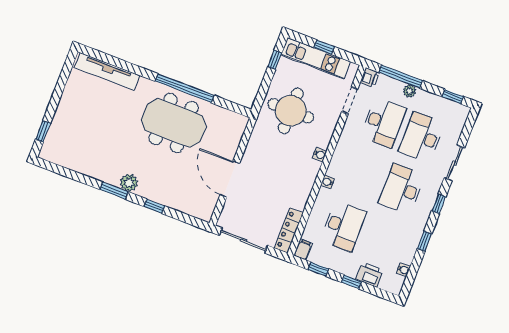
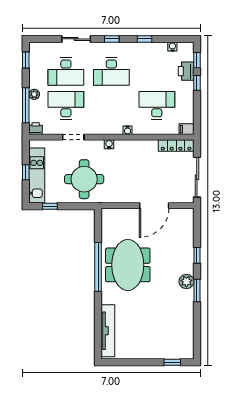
doorway: (350, 100) -> (73, 137), moved
window: (318, 269) -> (197, 60), moved

